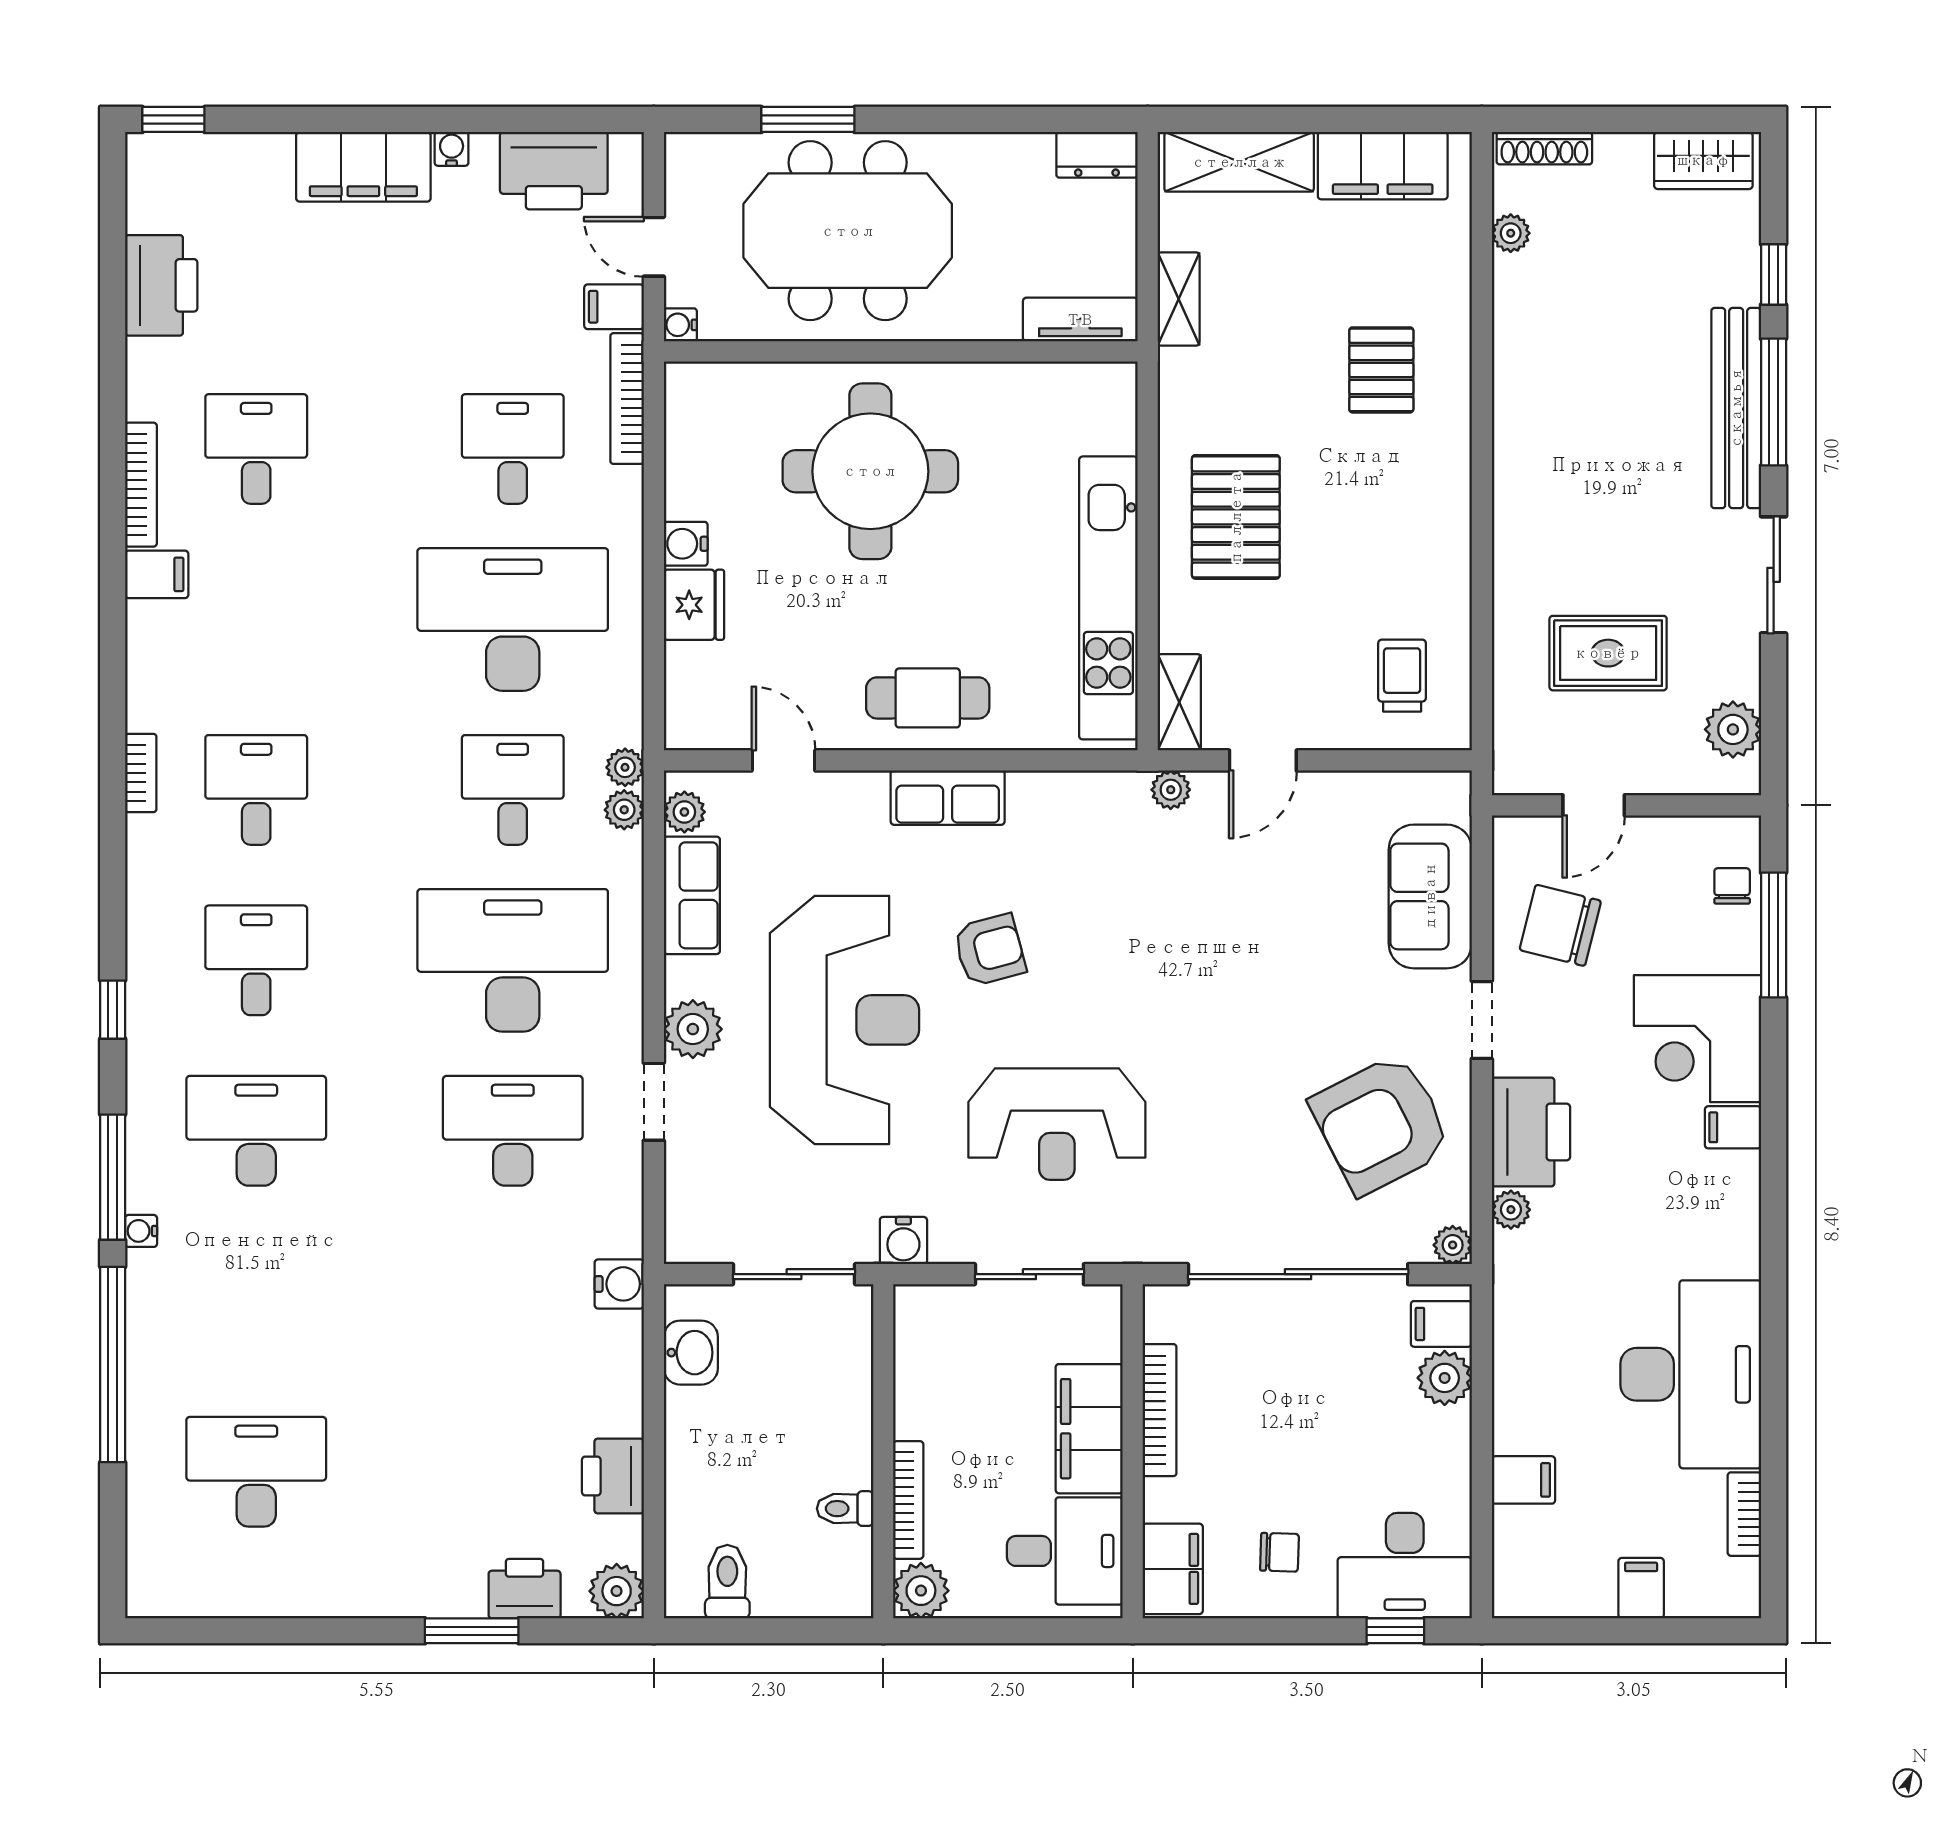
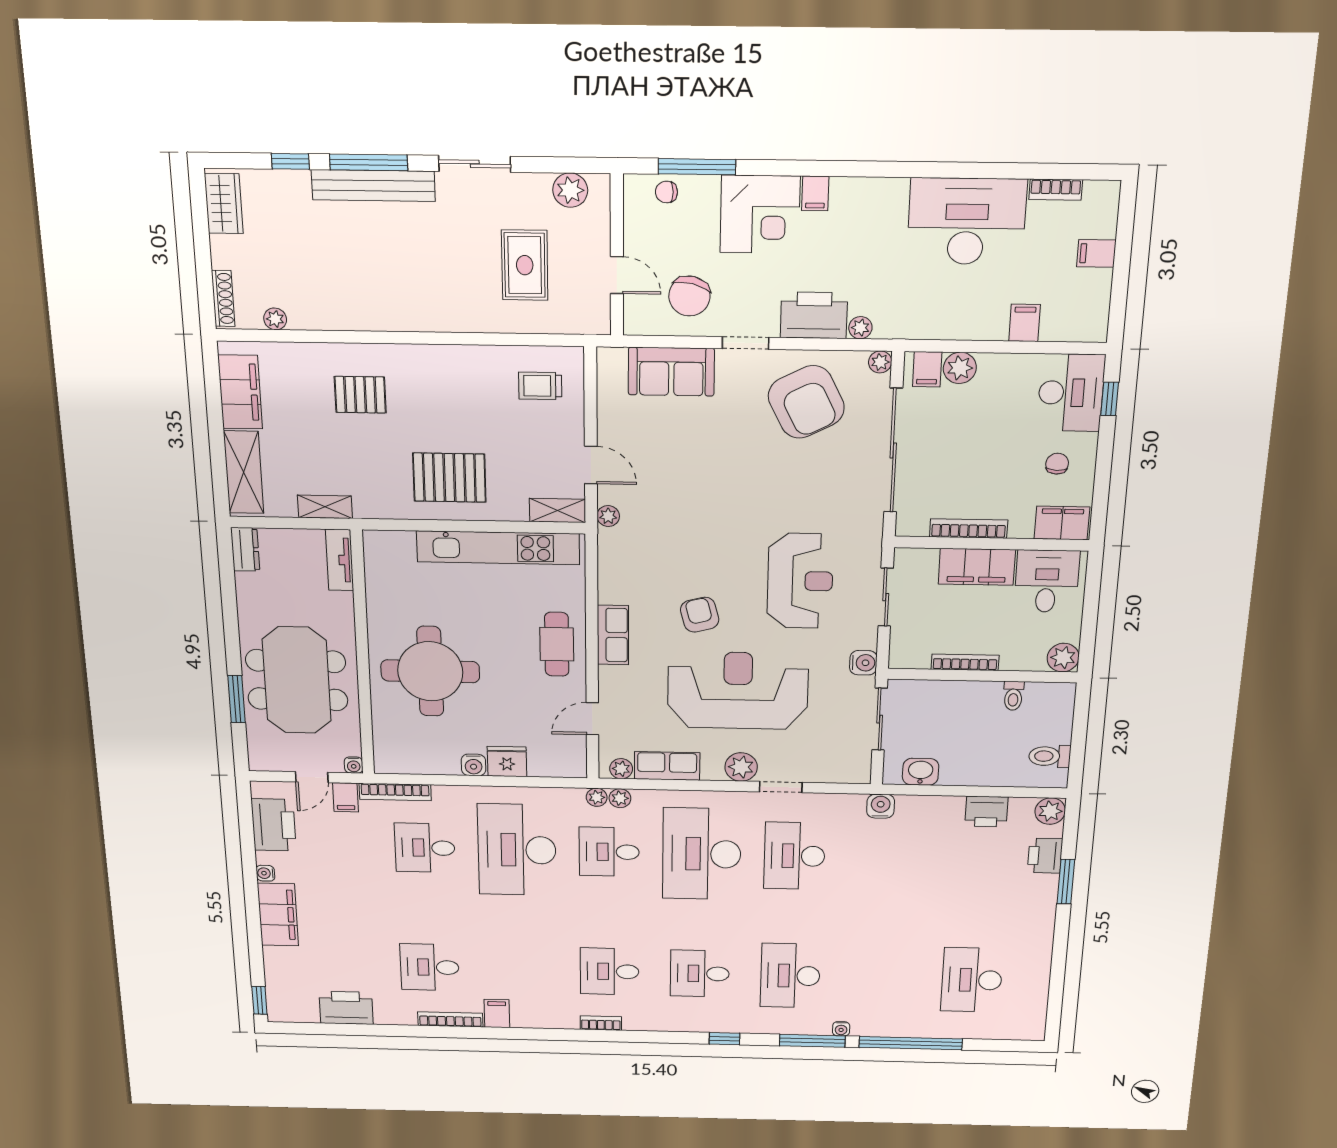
bookcase: (908, 1500) -> (965, 662), moved

